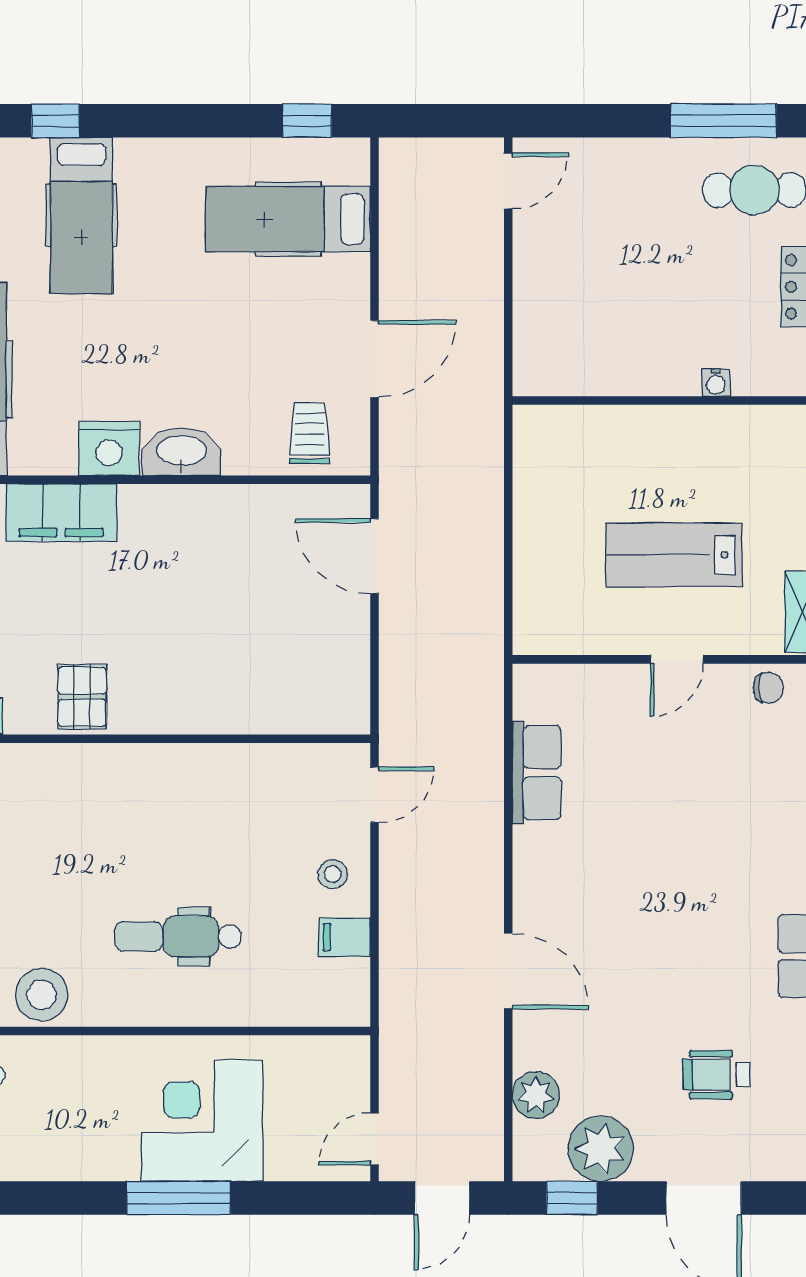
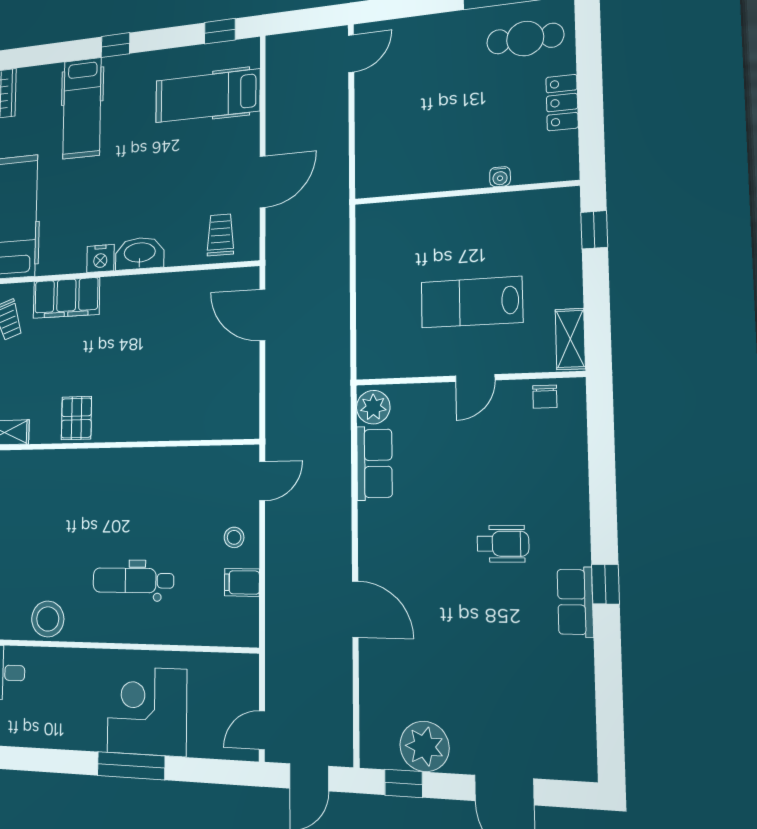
window: (55, 121) -> (115, 45), moved
nightstand: (109, 449) -> (100, 258), width x0.74, depth x0.75
chair: (768, 688) -> (545, 397), turned 90
wheelchair: (716, 1075) -> (503, 544), moved, turned 180
plant: (536, 1095) -> (373, 407), moved

